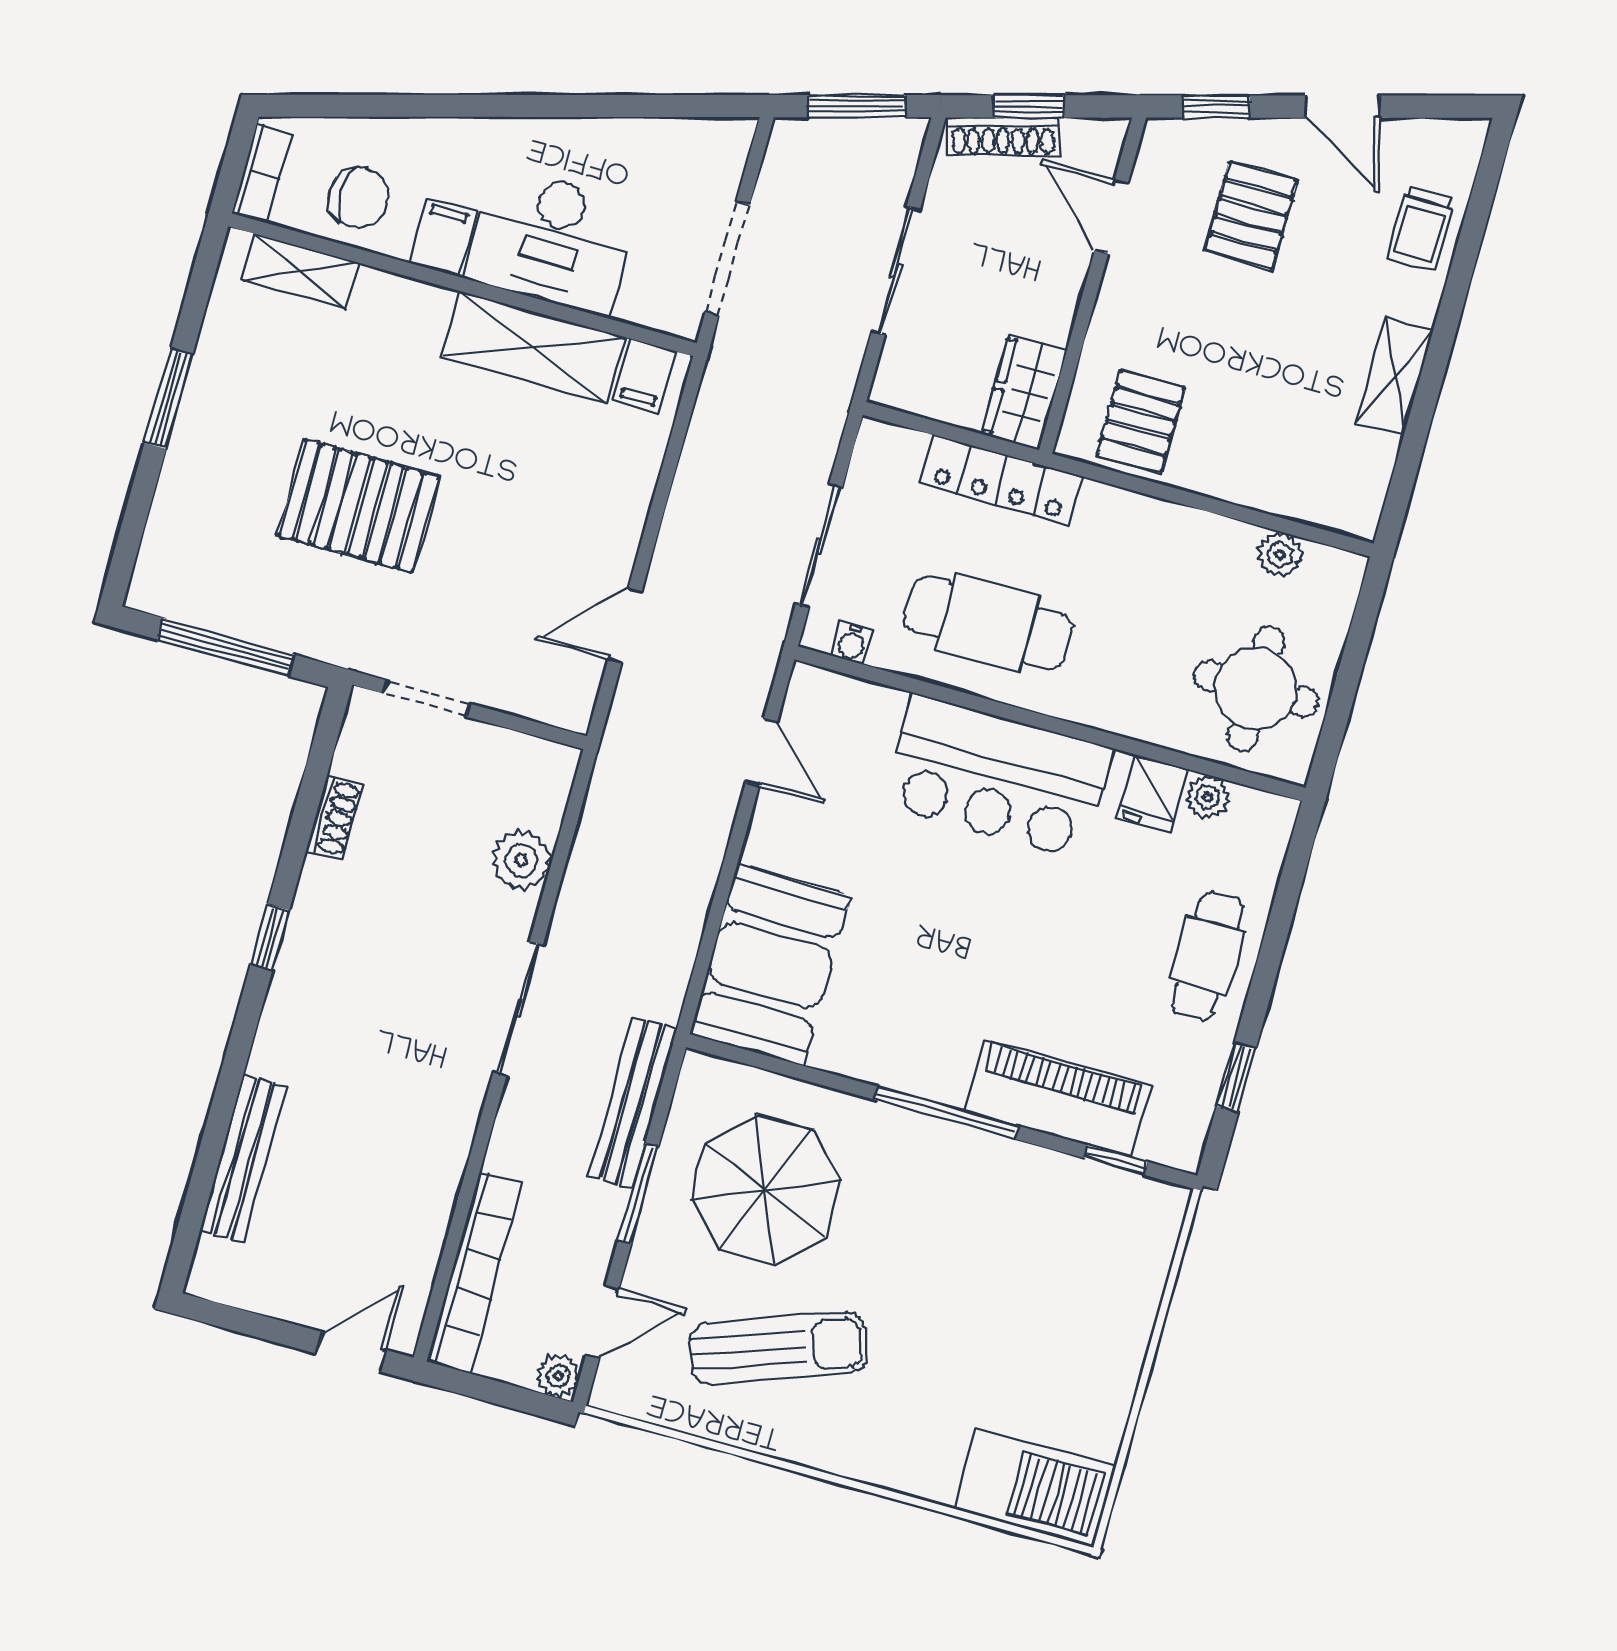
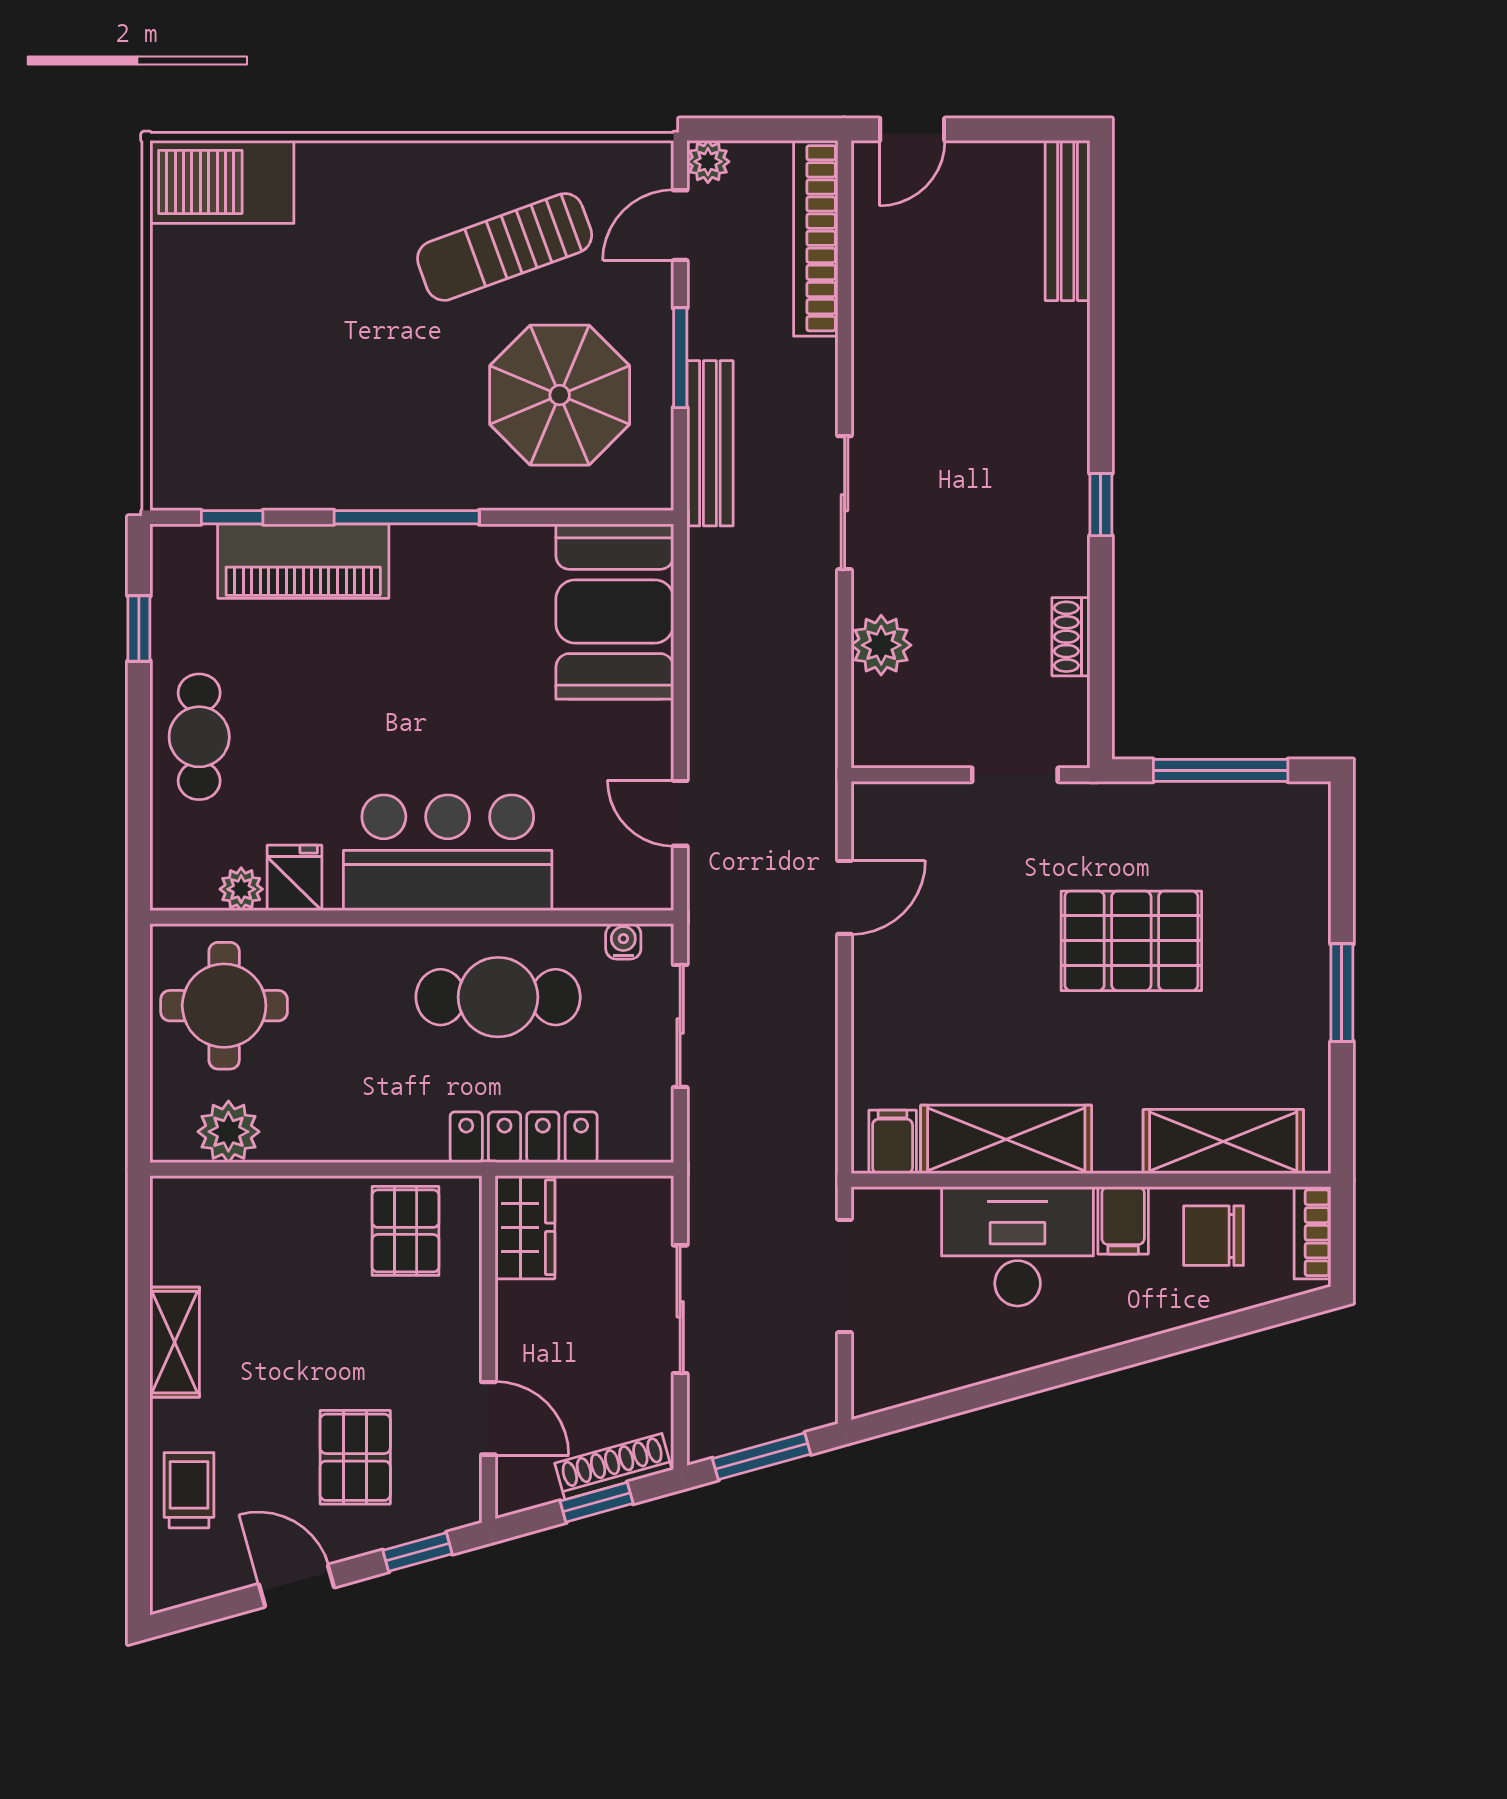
shelving: (300, 271) -> (1223, 1141), width x1.50, depth x1.33
plant: (1280, 555) -> (228, 1132), width x1.38, depth x1.38
bench: (243, 1159) -> (1068, 220), moved

